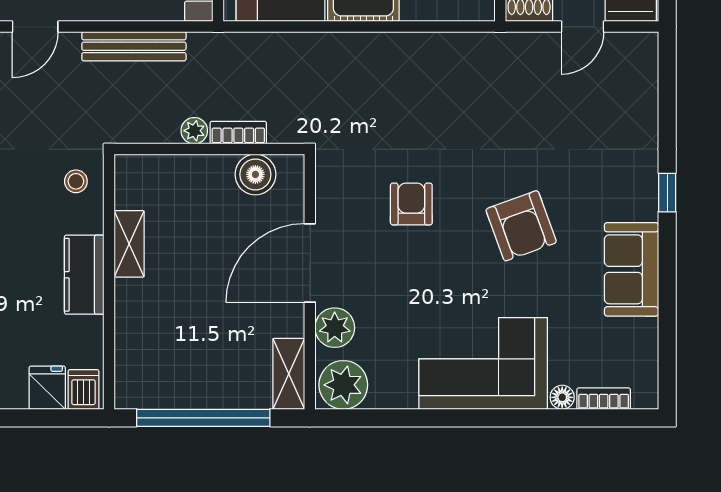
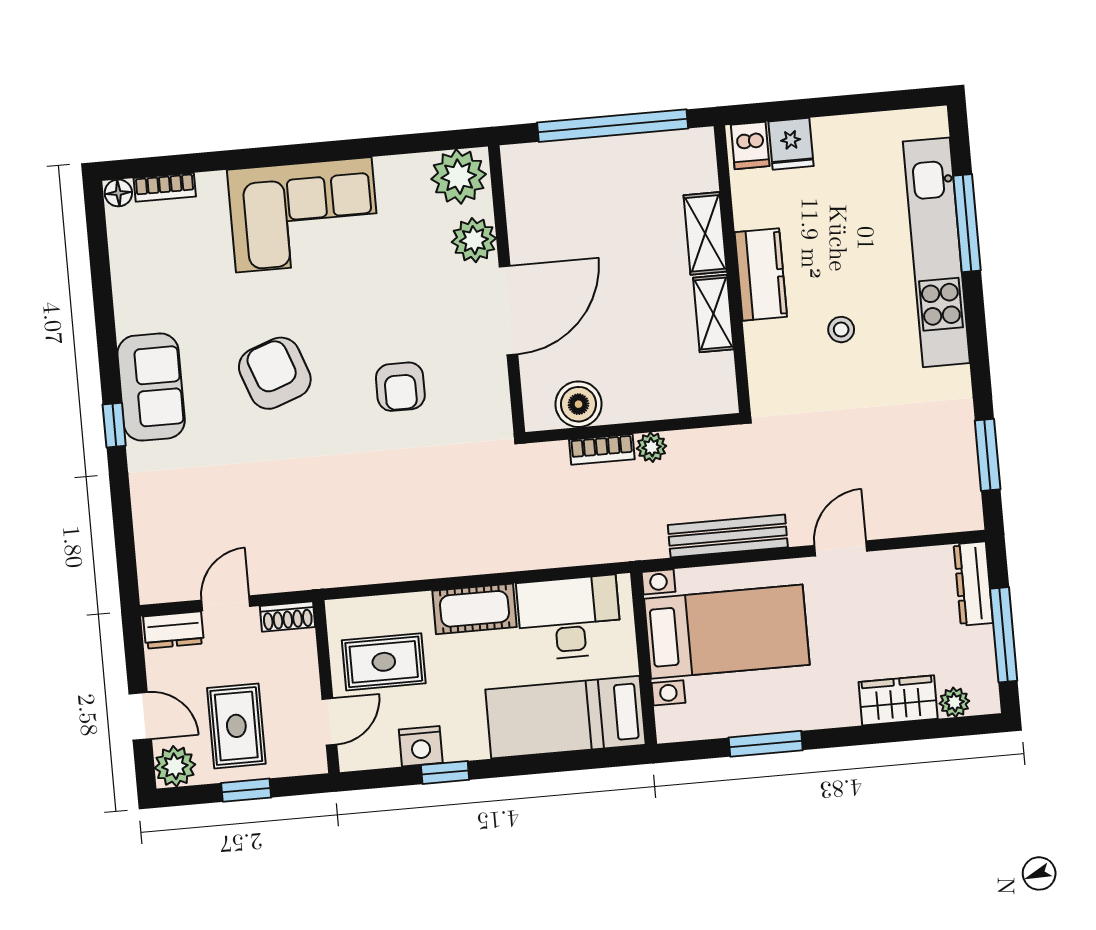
stool: (76, 181) -> (841, 330), moved
sofa: (631, 269) -> (151, 387), moved
shelving: (289, 374) -> (705, 233), moved
floor lamp: (562, 397) -> (118, 193), moved

